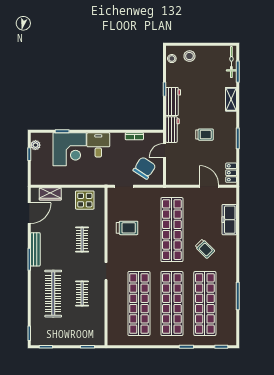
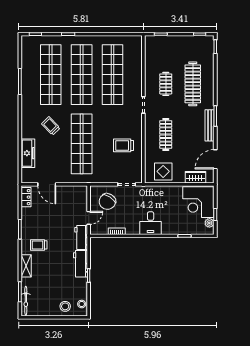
trolley: (204, 135) -> (39, 245), moved
corner desk: (70, 149) -> (198, 202), moved, turned -90
clothes rail: (82, 240) -> (166, 134), width x1.36

